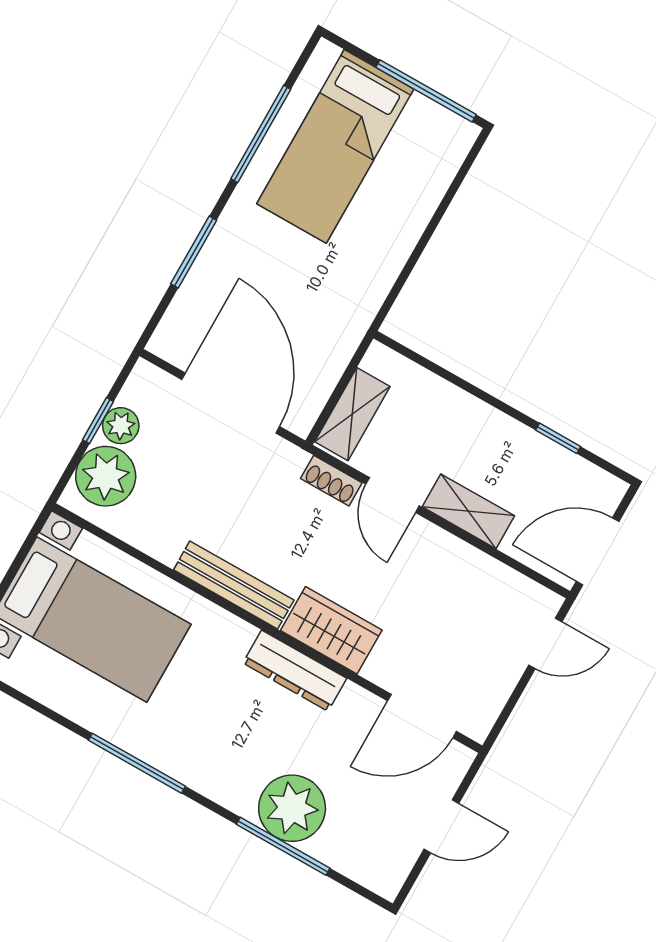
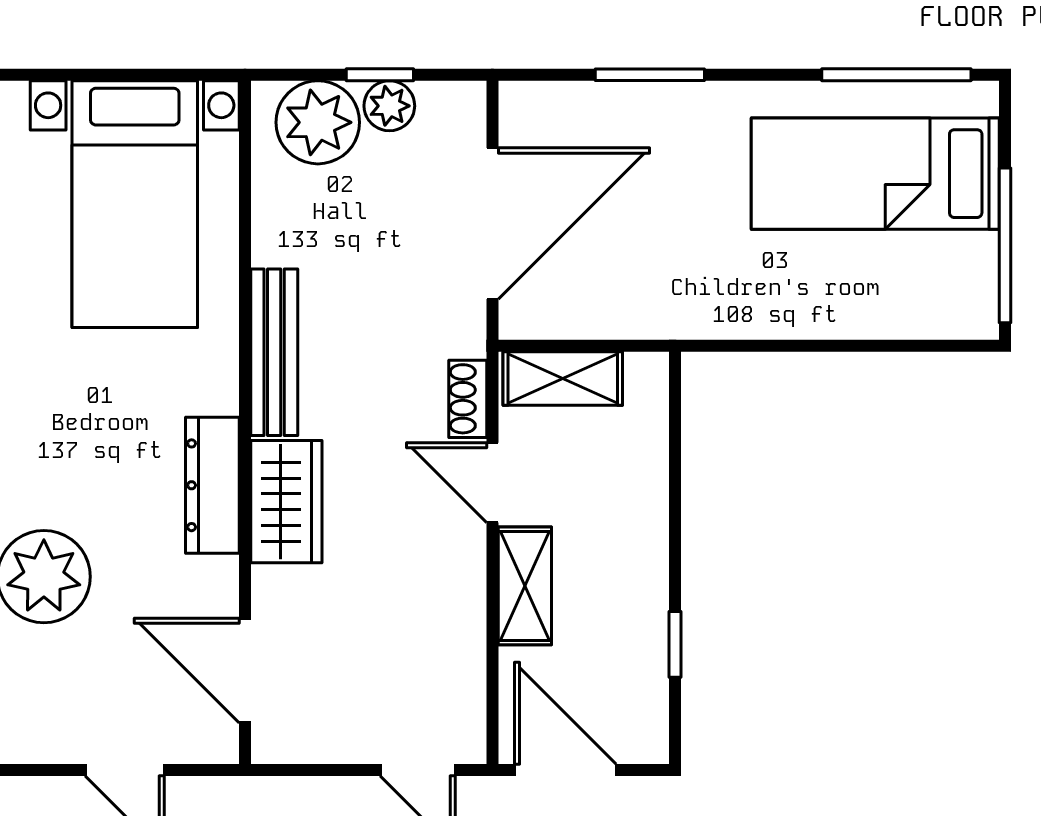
window: (261, 134) -> (896, 75), moved
door: (392, 495) -> (492, 483), hinge flipped

